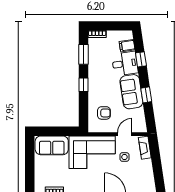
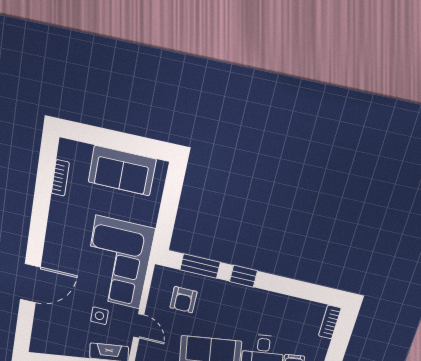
window: (84, 54) -> (200, 266), moved
sofa: (52, 145) -> (122, 171), moved, turned -90

